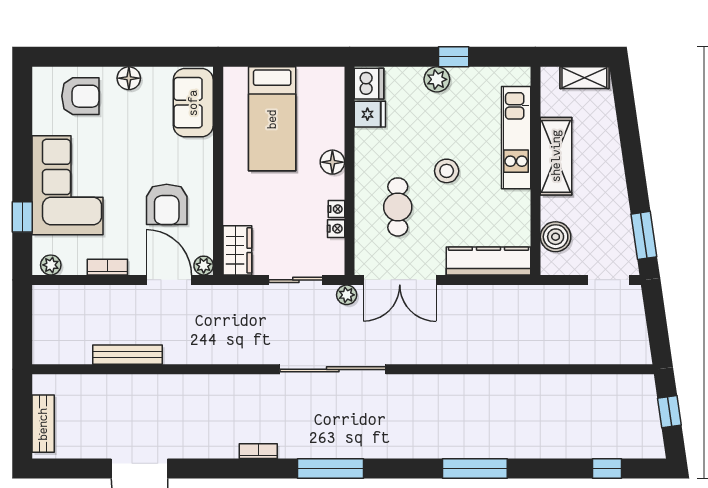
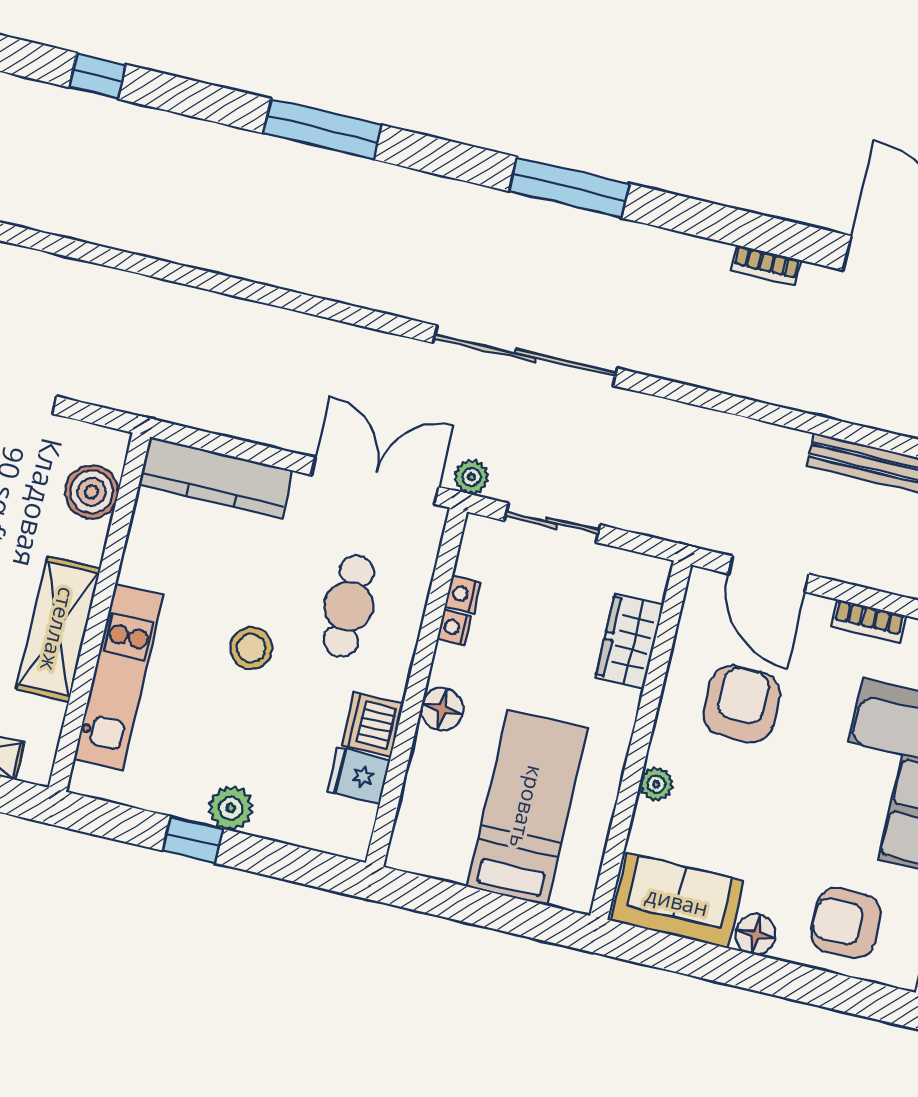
dishwasher: (369, 84) -> (373, 724), moved
sofa: (193, 103) -> (677, 901), moved, turned -90
wardrobe: (237, 250) -> (629, 641), moved
plant: (204, 266) -> (656, 784), moved
bookcase: (258, 451) -> (766, 265), moved

